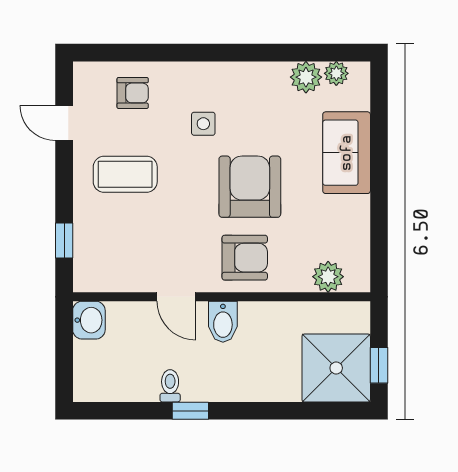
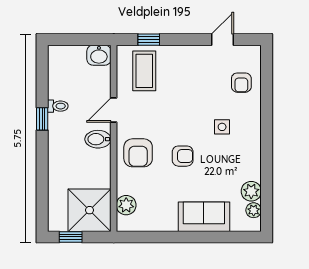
coffee table: (125, 174) -> (144, 71), moved
armchair: (250, 187) -> (183, 156), width x0.53, depth x0.53
shower: (336, 368) -> (90, 210), moved

